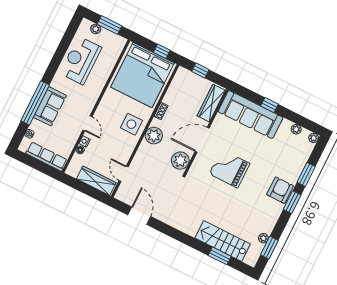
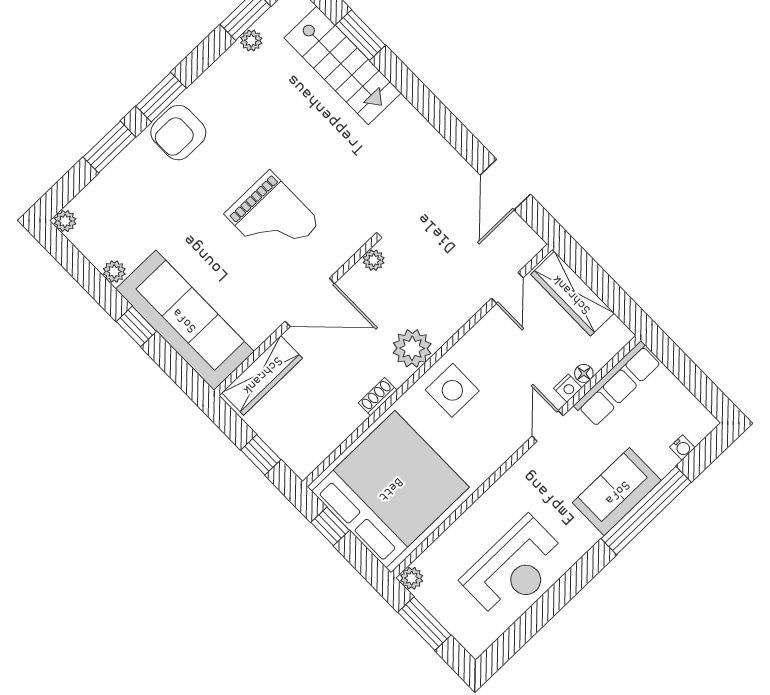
plant: (96, 29) -> (412, 578), moved
plant: (296, 129) -> (114, 271), moved
row of seats: (46, 157) -> (618, 384), moved, turned -90
plant: (180, 161) -> (374, 260), width x0.53, depth x0.53

